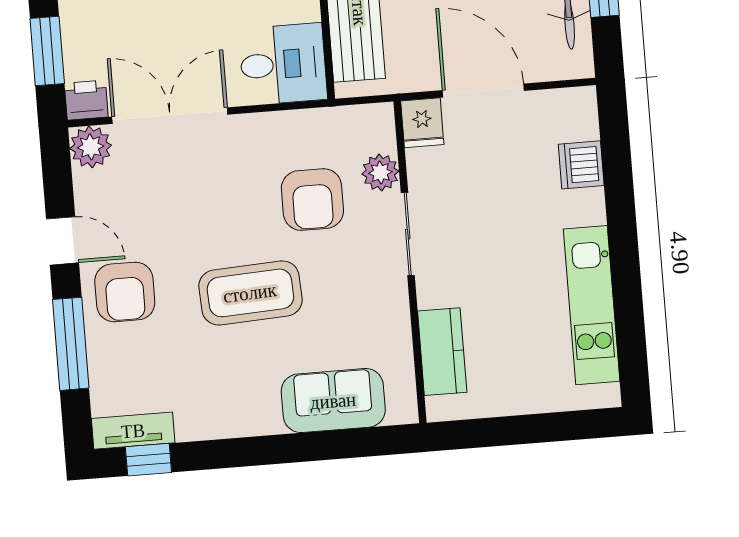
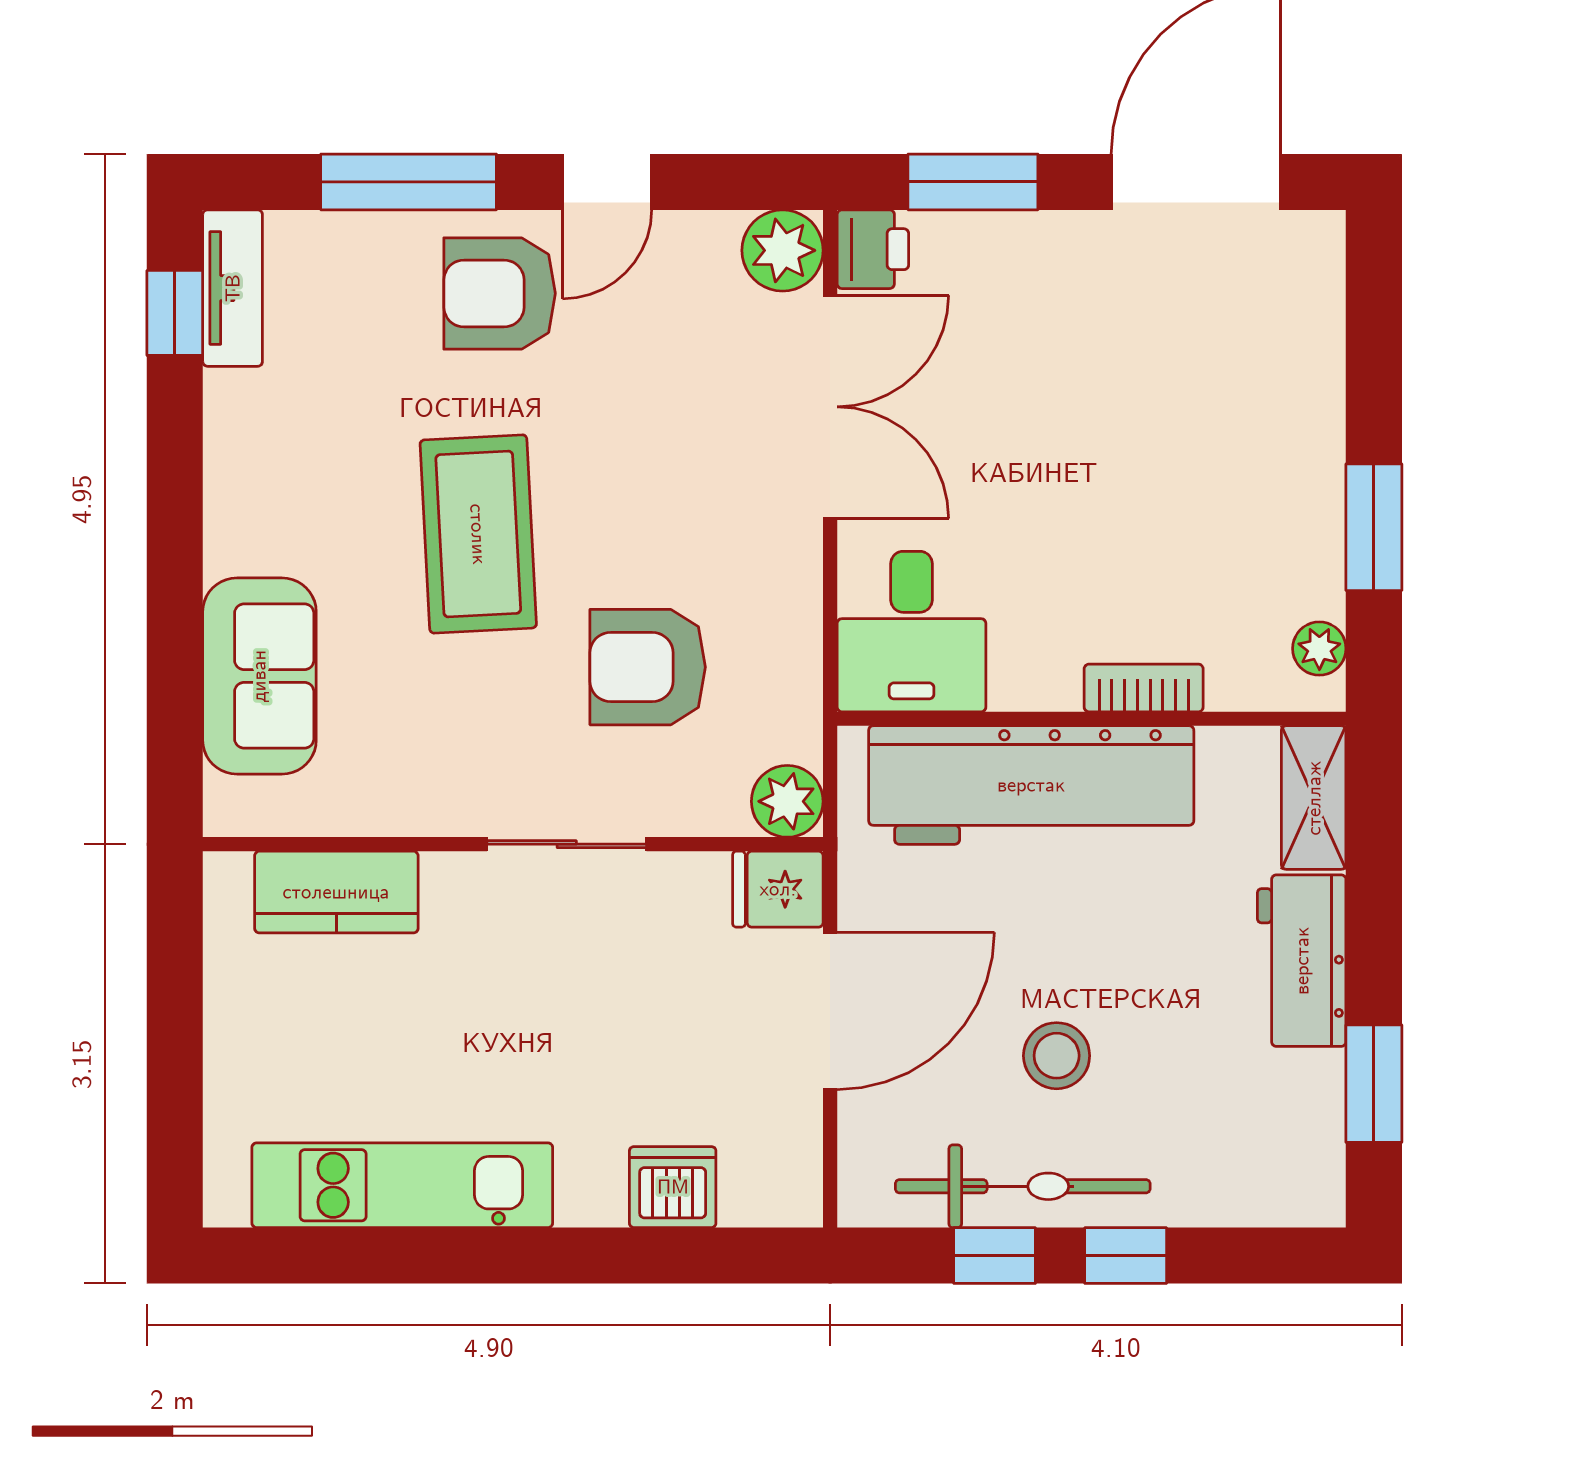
plant: (380, 173) -> (787, 801), moved

